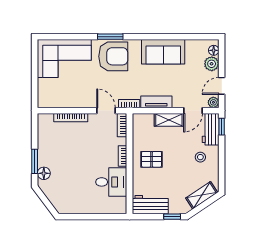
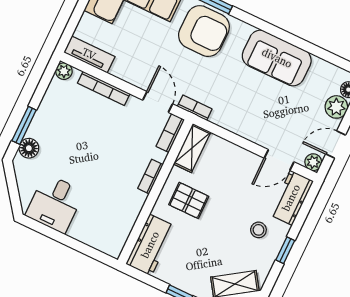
tv unit: (156, 102) -> (89, 54), moved
plant: (43, 119) -> (64, 71), added
shelving: (169, 120) -> (192, 148), moved, turned 90
window: (222, 127) -> (285, 250), moved
desk: (111, 182) -> (55, 204), moved, turned 90
workbench: (150, 205) -> (150, 245), moved, turned 90

